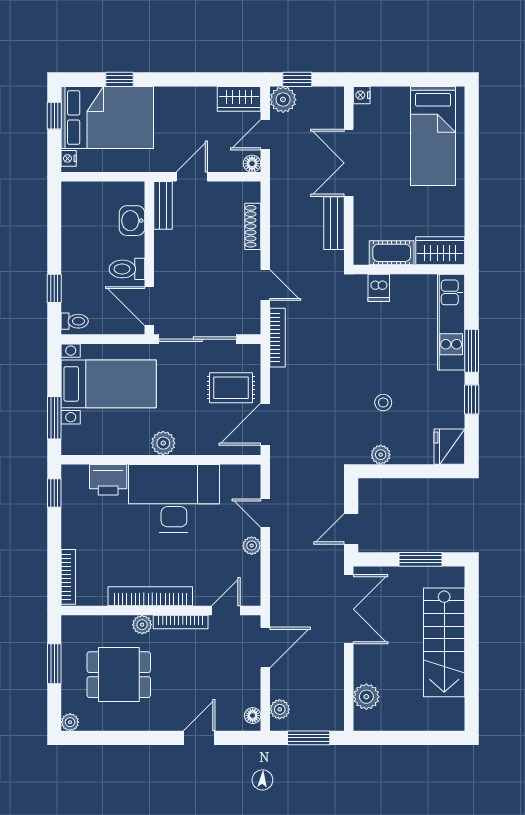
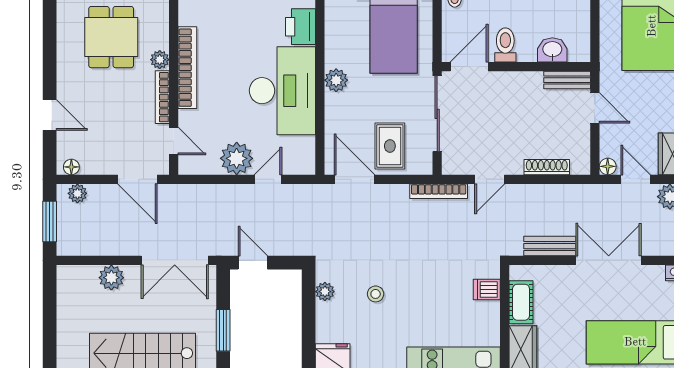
plant: (252, 546) -> (237, 158), width x1.88, depth x1.88
plant: (366, 697) -> (111, 278), moved

